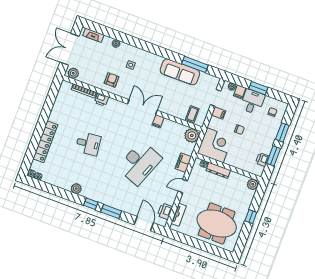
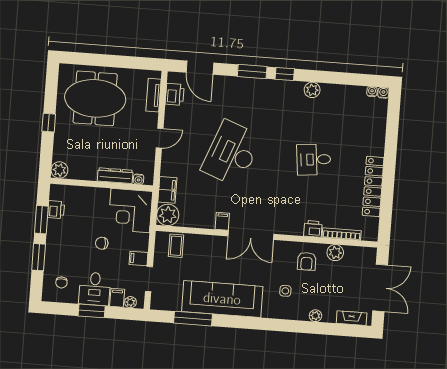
sofa: (180, 72) -> (222, 299), width x1.36, depth x1.27
plant: (73, 73) -> (335, 253), moved
locker: (45, 142) -> (373, 186), moved
filing cabinet: (183, 163) -> (167, 190), moved

